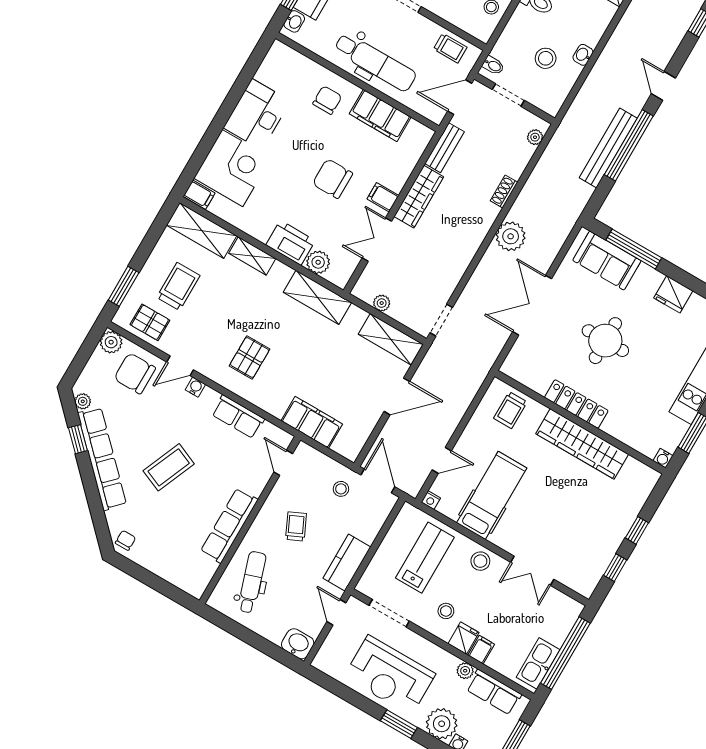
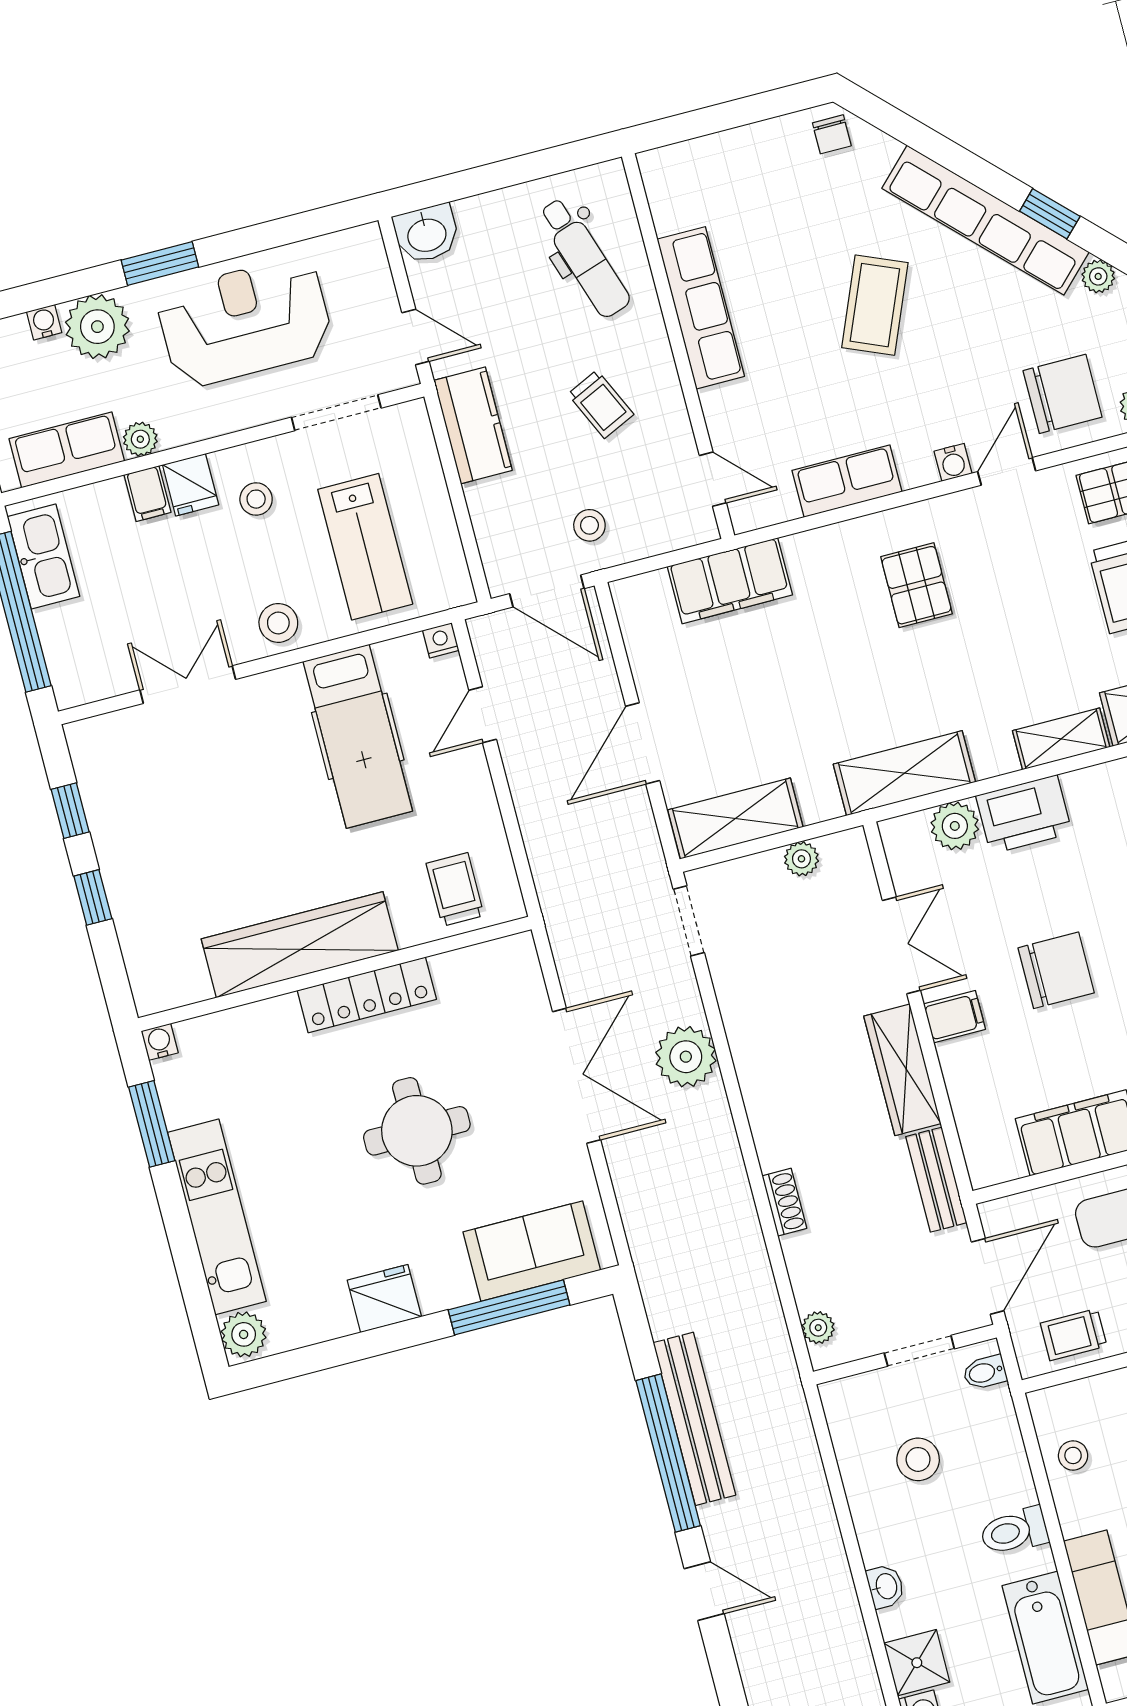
washbasin: (583, 55) -> (886, 1586), moved
plant: (511, 236) -> (686, 1057), moved

